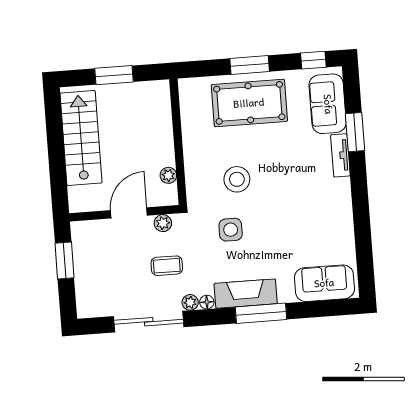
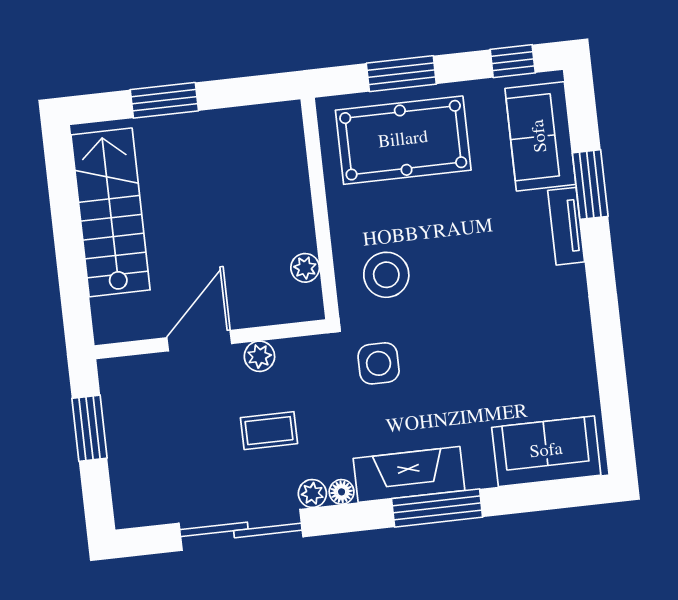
wall: (178, 142) -> (320, 209), moved
plant: (168, 175) -> (305, 268), moved

